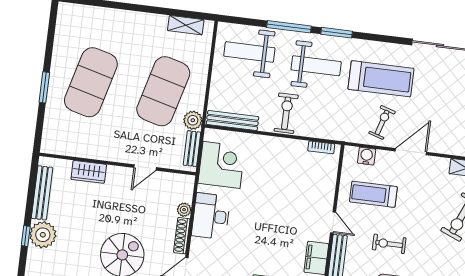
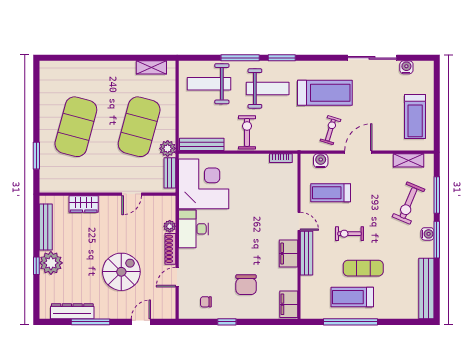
window: (44, 87) -> (36, 156), moved
corner desk: (221, 165) -> (204, 184), width x1.36, depth x1.36

